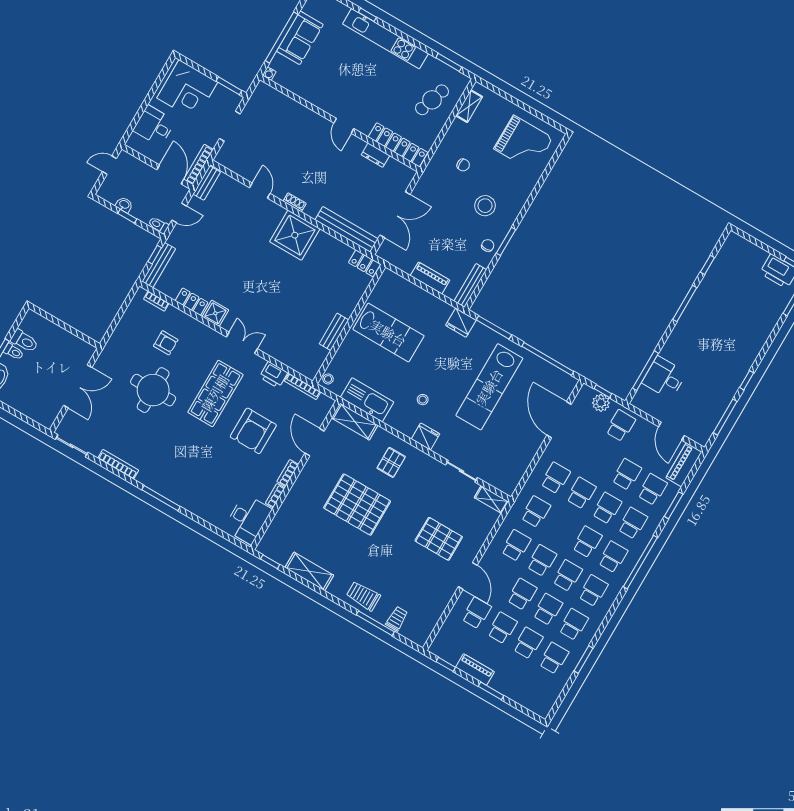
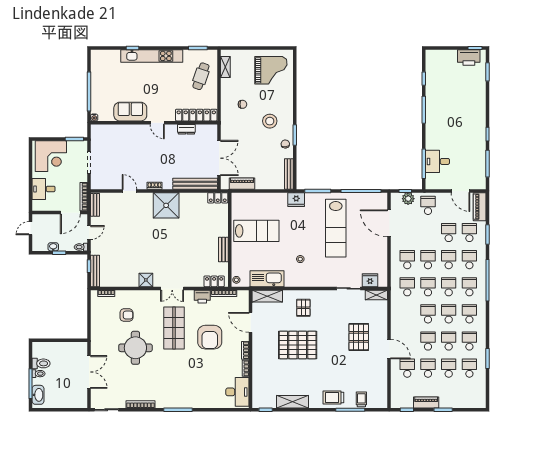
sofa: (300, 38) -> (130, 112), moved, turned -90
door: (170, 174) -> (70, 213), swing flipped
piano: (430, 278) -> (242, 184), moved
locker: (192, 302) -> (214, 281), moved
double door: (242, 343) -> (172, 288), swing flipped
fridge: (426, 436) -> (370, 280), moved
pallet: (439, 539) -> (359, 337), turned 90
school desk: (516, 546) -> (428, 287), moved

